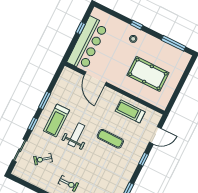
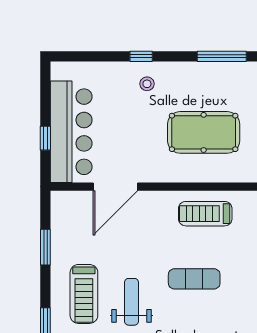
window: (81, 28) -> (45, 138), moved
door: (95, 79) -> (115, 187), hinge flipped
window: (45, 100) -> (45, 247), moved

